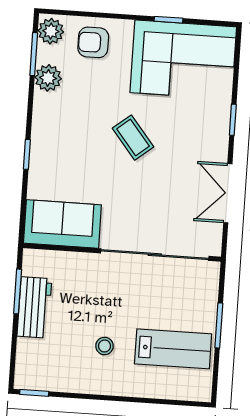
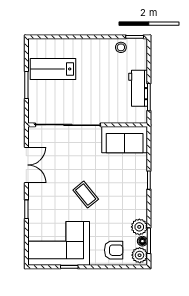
floor lamp: (44, 54) -> (142, 241), added
stool: (104, 346) -> (121, 47), moved

